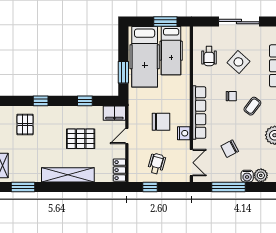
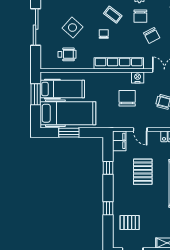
window: (123, 72) -> (69, 133), moved
chair: (251, 136) -> (140, 16), added

